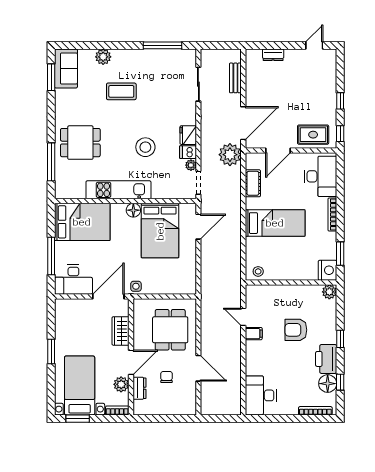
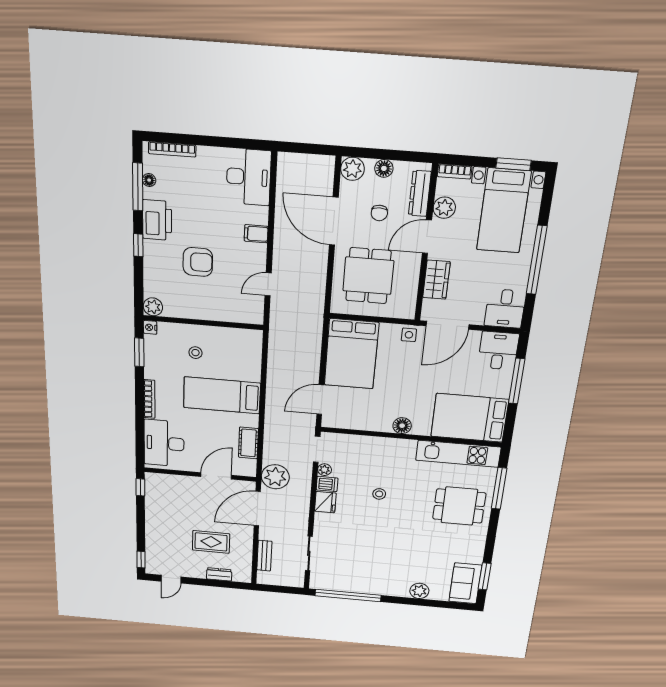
window: (162, 45) -> (348, 595), width x1.46
coffee table: (121, 91) -> (402, 555), removed
window: (340, 101) -> (141, 560), moved
rug: (313, 135) -> (211, 542), moved
stool: (145, 147) -> (379, 494), width x0.53, depth x0.53
kitchen unit: (118, 190) -> (458, 454), moved
bed: (160, 231) -> (351, 354), moved, turned 180
nightstand: (327, 270) -> (150, 327), width x0.53, depth x0.56
stool: (258, 271) -> (195, 353), moved
desk: (73, 280) -> (498, 351), width x0.73
desk: (68, 313) -> (505, 309), added
door: (243, 317) -> (268, 284), swing flipped
filing cabinet: (254, 334) -> (256, 234), moved
window: (51, 352) -> (537, 260), width x2.11
door: (198, 368) -> (334, 221), width x1.36
window: (340, 382) -> (138, 187), width x2.17
floor lamp: (328, 384) -> (149, 180), width x0.53, depth x0.53
dresser: (139, 388) -> (420, 193), width x1.44
plant: (188, 407) -> (352, 169), added
floor lamp: (166, 409) -> (384, 168), added

